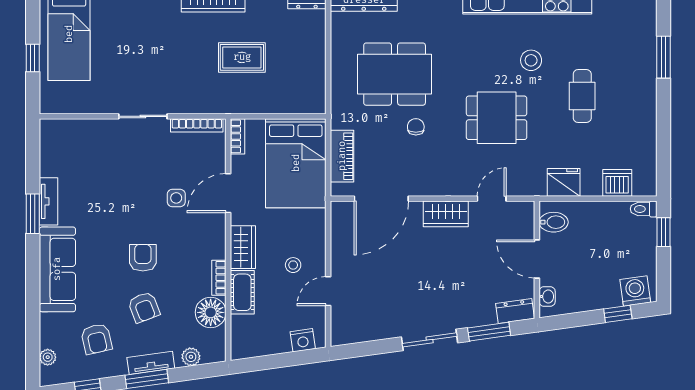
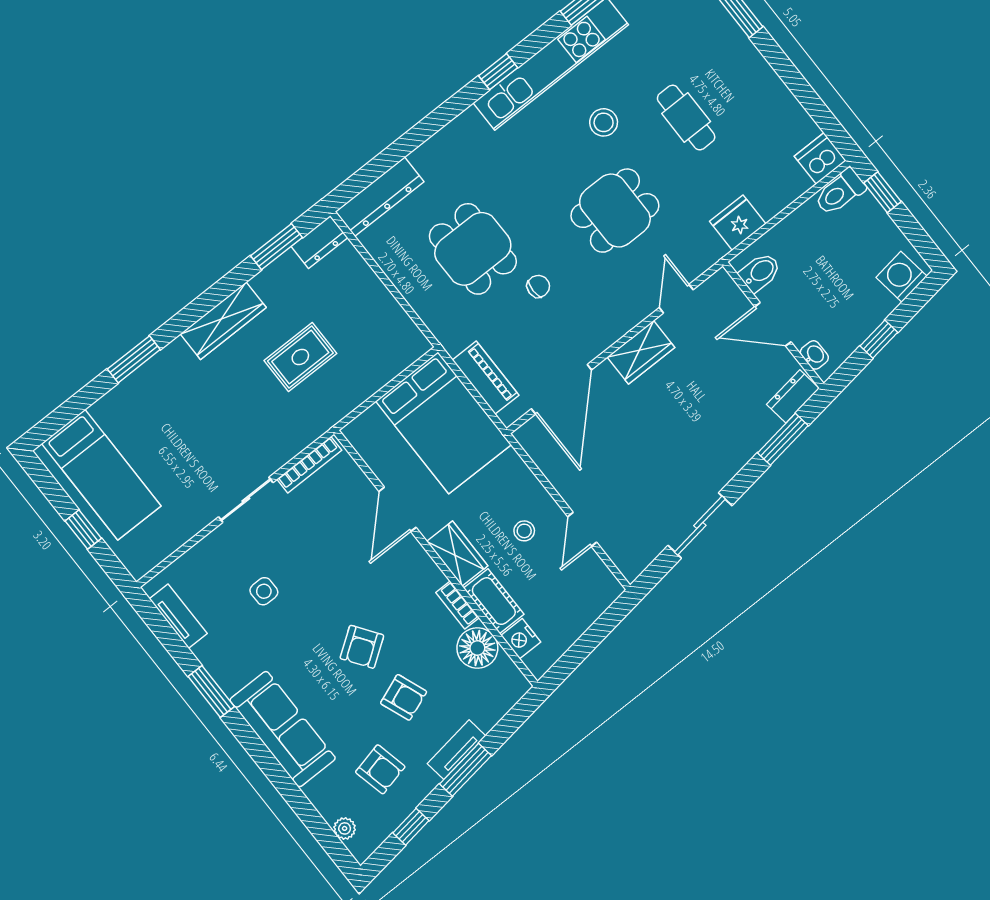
dining table: (395, 74) -> (473, 249), width x0.73
chair: (416, 127) -> (538, 286), turned 90
bookcase: (238, 136) -> (361, 443), removed
dishwasher: (617, 183) -> (820, 158), moved
side table: (176, 198) -> (264, 591), moved
tv unit: (48, 201) -> (178, 616), moved
toilet: (644, 209) -> (840, 192), width x1.37, depth x1.39
armchair: (143, 258) -> (362, 647), turned -125
window: (618, 314) -> (879, 339), moved
nightstand: (303, 340) -> (521, 639), moved, turned 98
sliding door: (430, 340) -> (700, 526), moved
plant: (191, 357) -> (493, 710), removed

